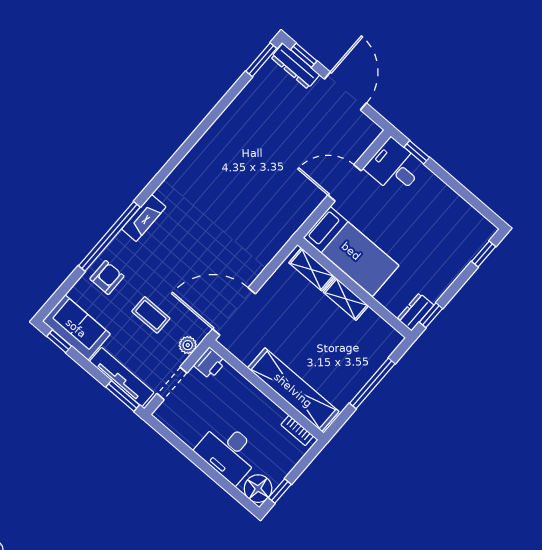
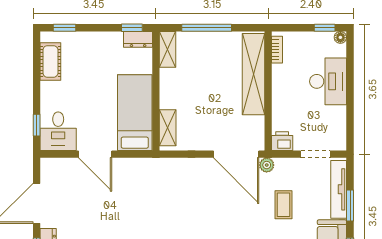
cot: (464, 215) -> (50, 61), added
shelving: (346, 299) -> (168, 49), moved
plant: (188, 345) -> (267, 165), moved
window: (123, 396) -> (350, 205), moved
floor lamp: (258, 489) -> (340, 37), width x0.53, depth x0.53

